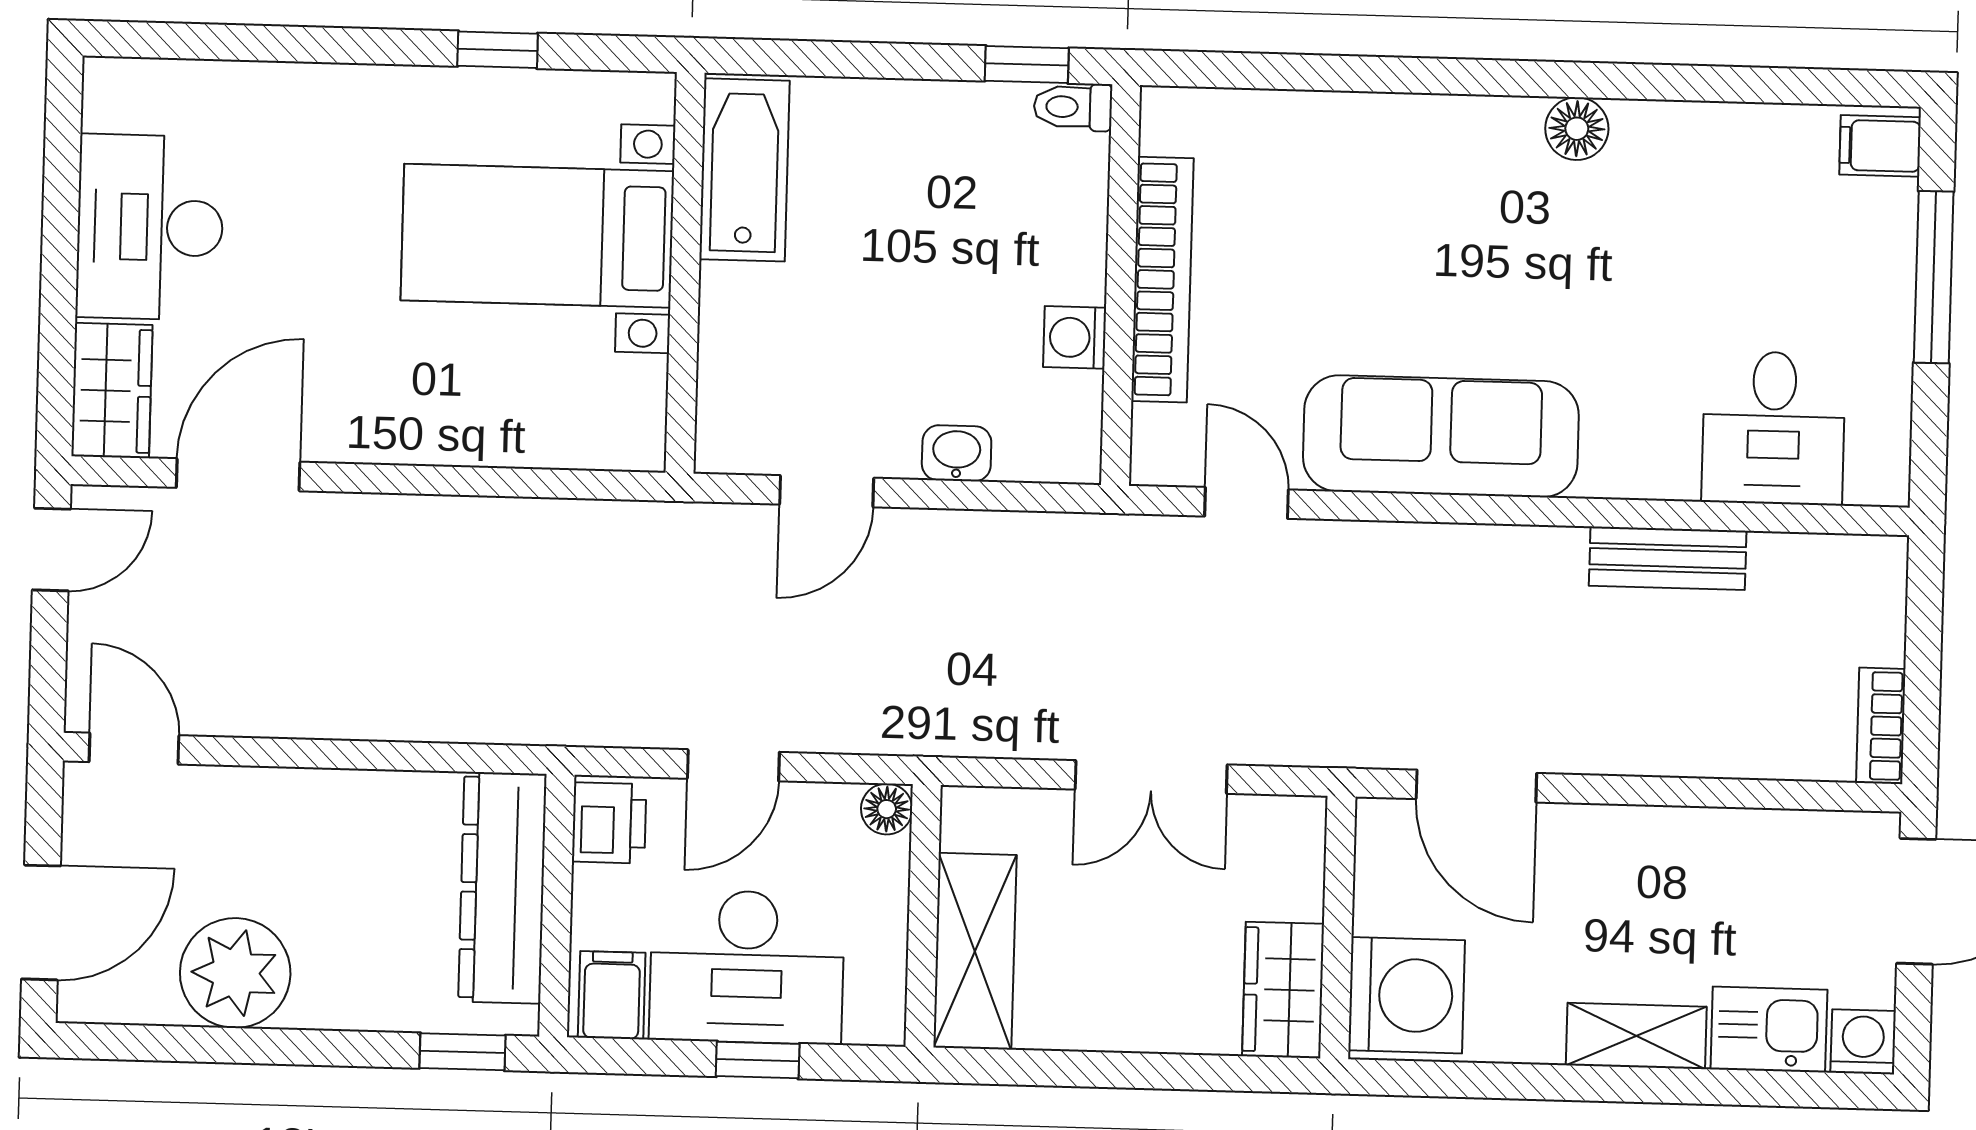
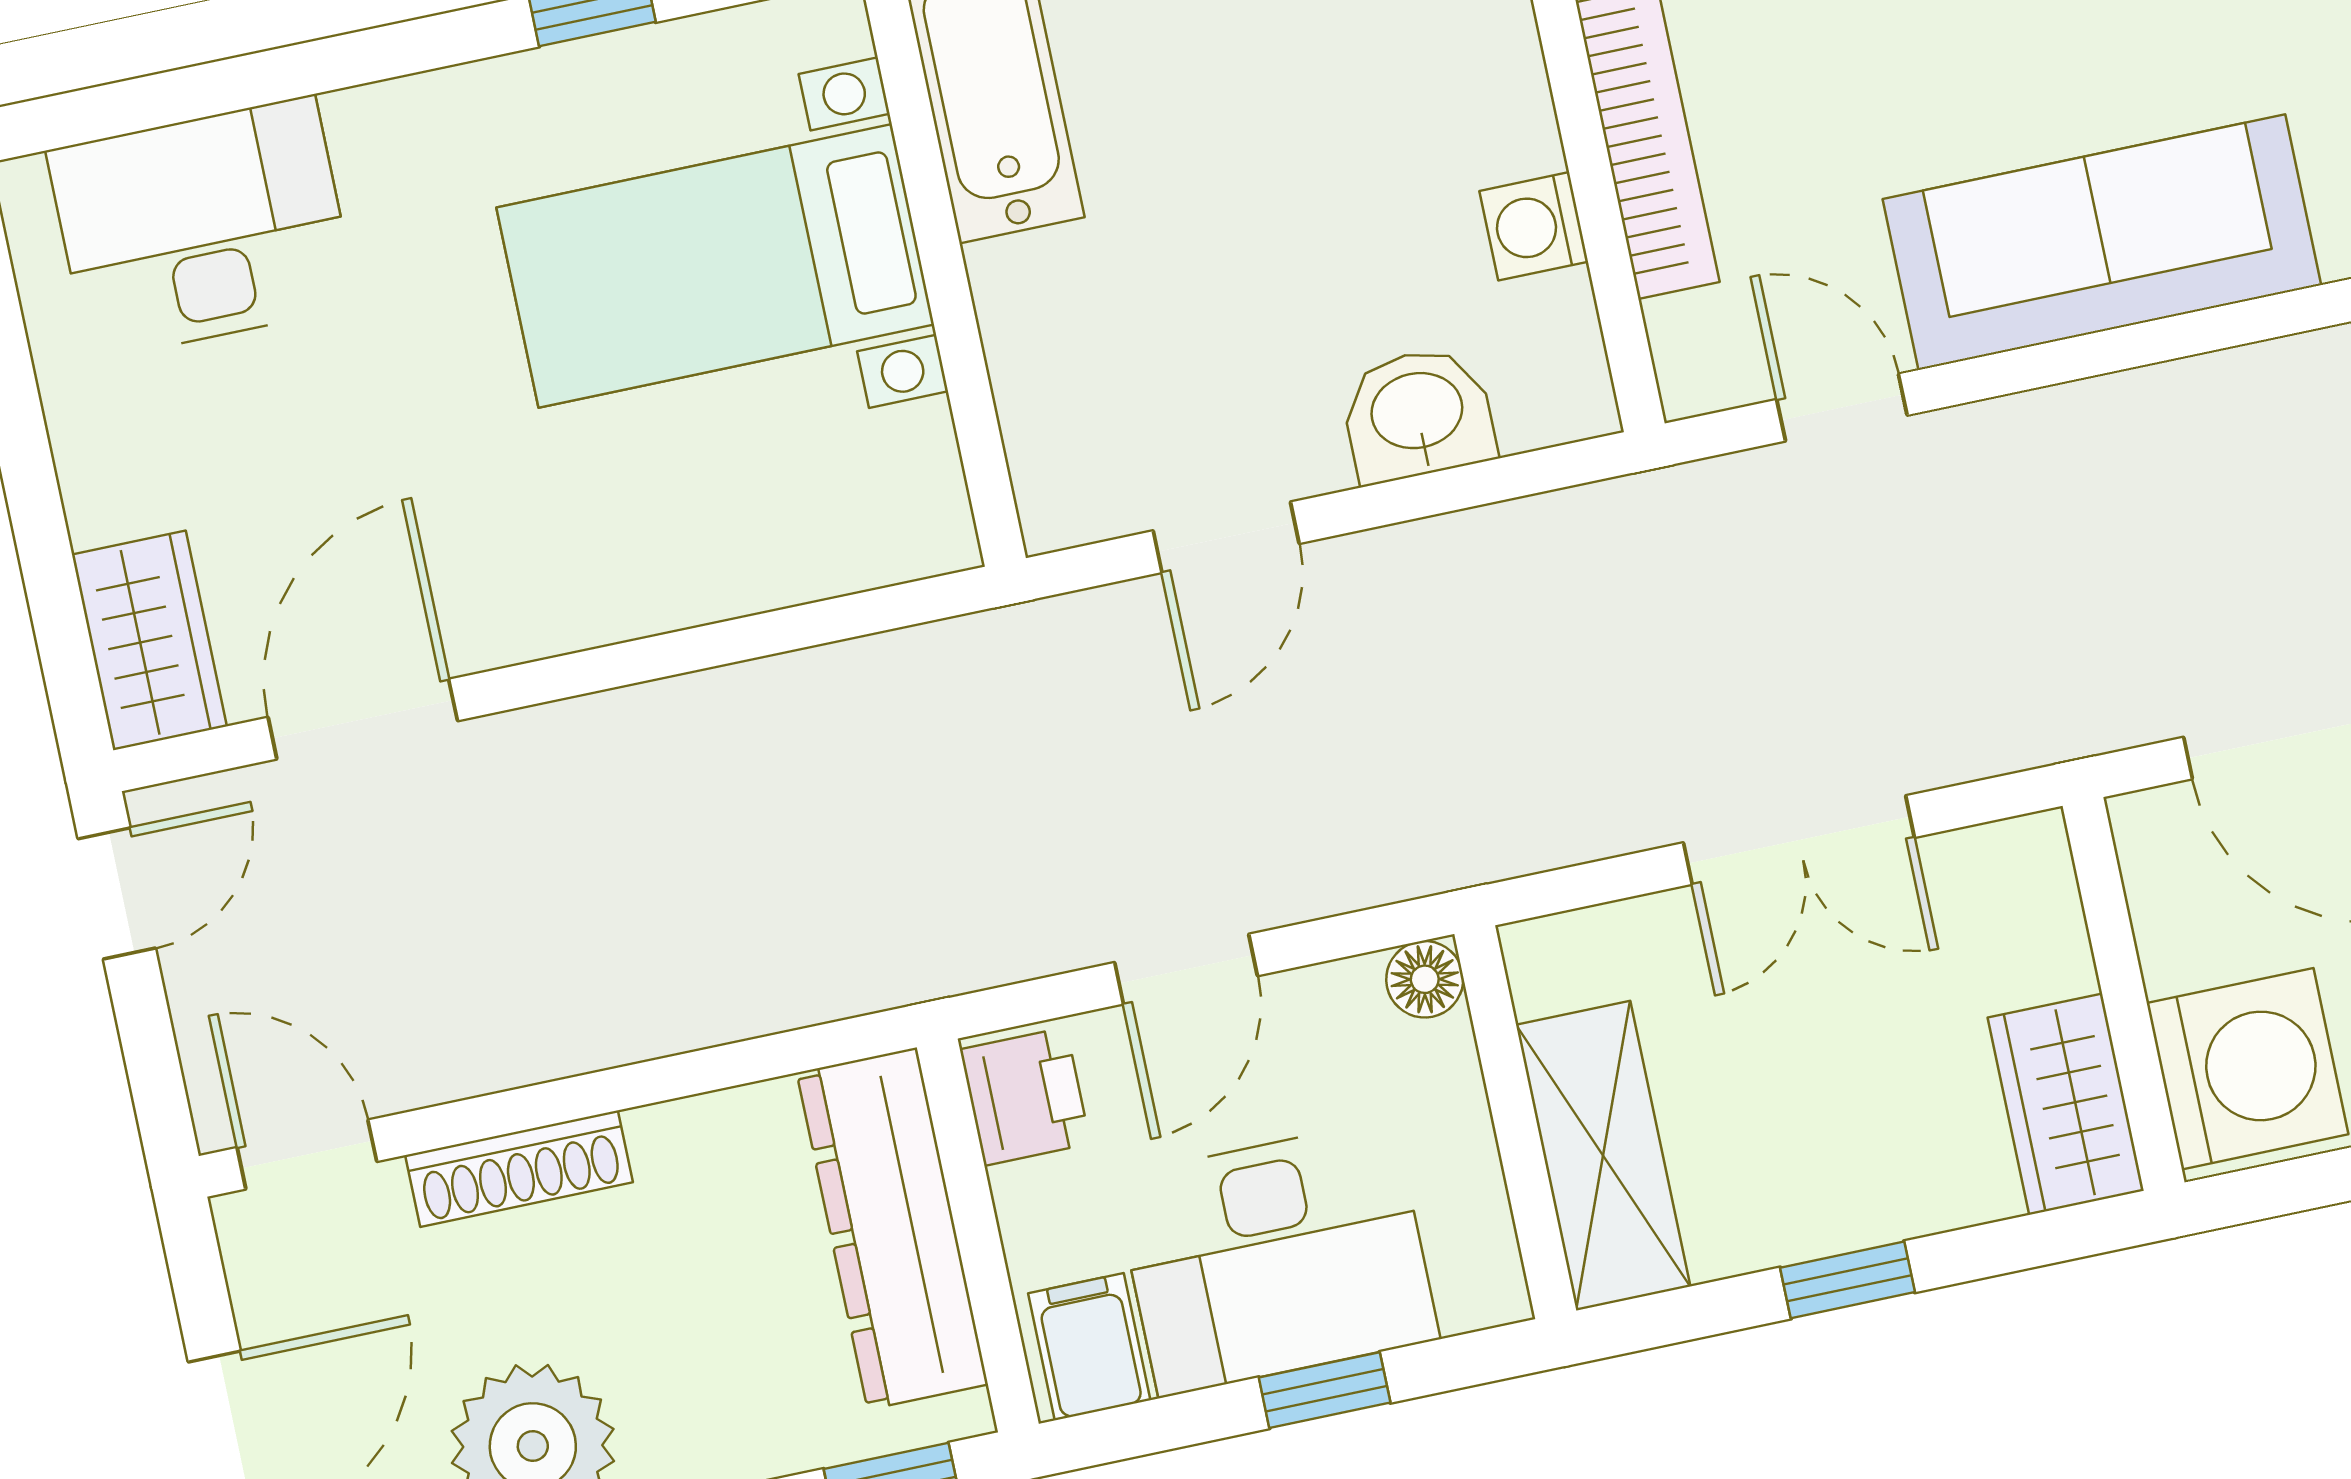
desk: (150, 227) -> (202, 228), moved, turned 90
washbasin: (957, 453) -> (1418, 414), width x1.38, depth x1.45
shoe rack: (269, 791) -> (519, 1169), added
window: (1114, 1070) -> (1848, 1280), added

